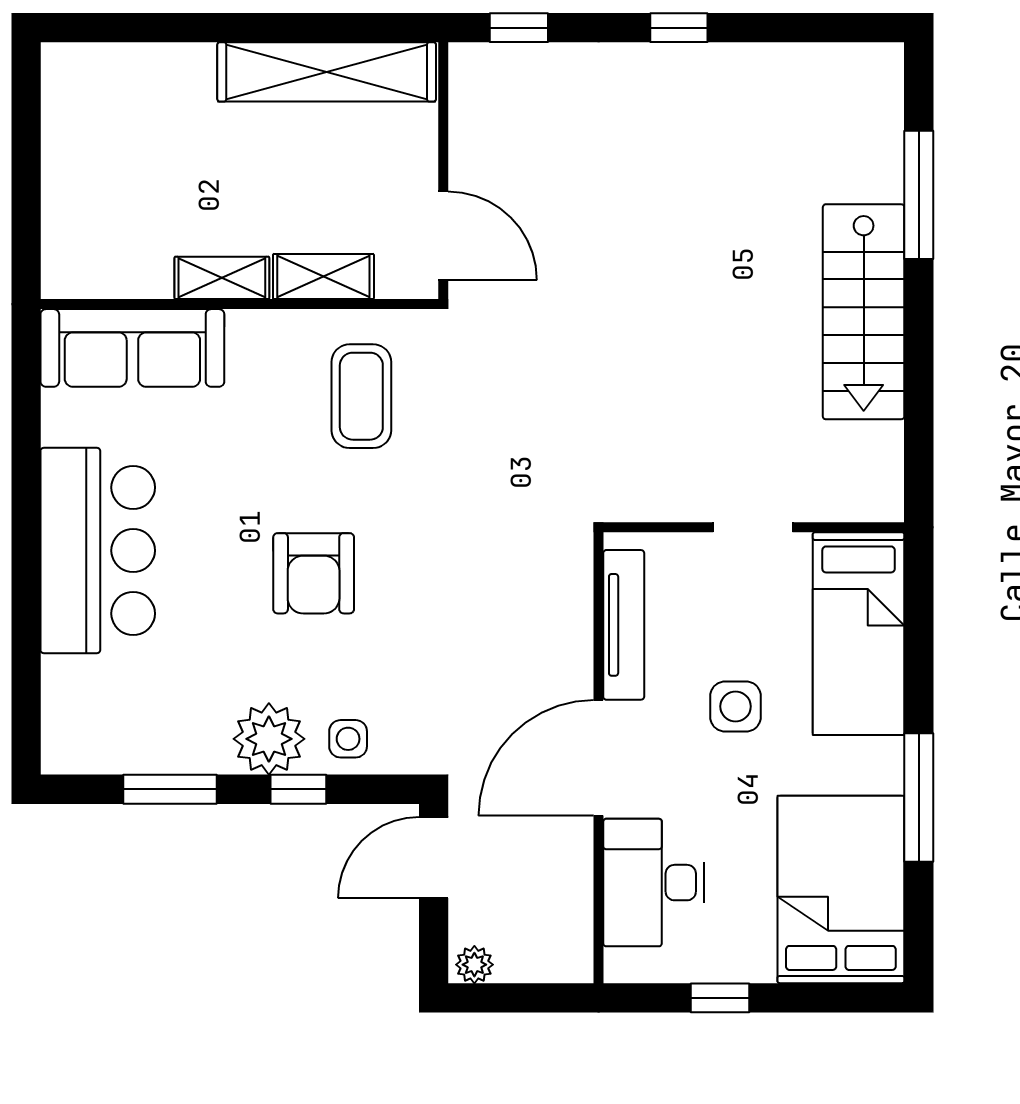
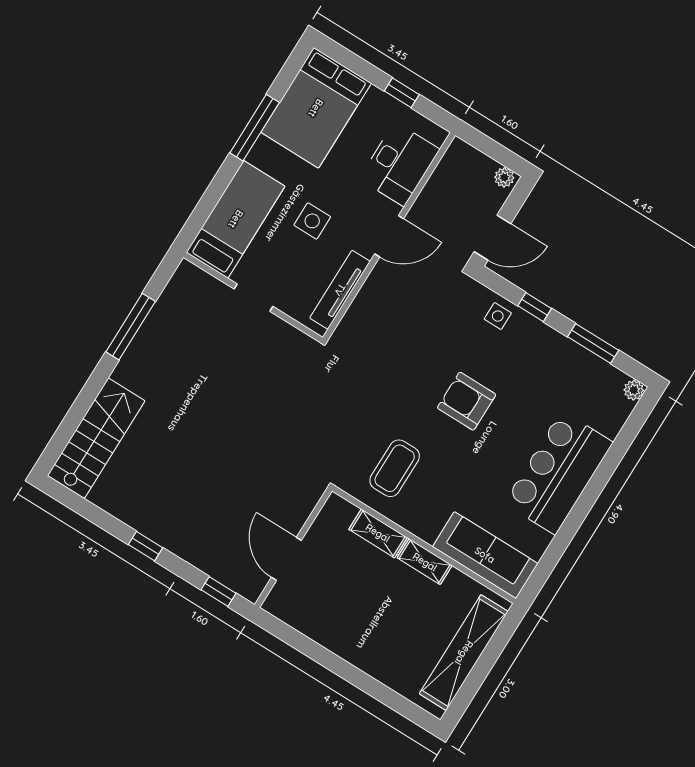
shelving: (327, 72) -> (464, 653), moved, turned 90
window: (919, 195) -> (131, 327), moved
door: (443, 236) -> (286, 559), moved
stairs: (864, 312) -> (96, 438), moved
armchair: (314, 573) -> (467, 401), turned -90
plant: (269, 739) -> (634, 390), moved, width x0.53, depth x0.53
door: (599, 758) -> (389, 236), width x0.73

